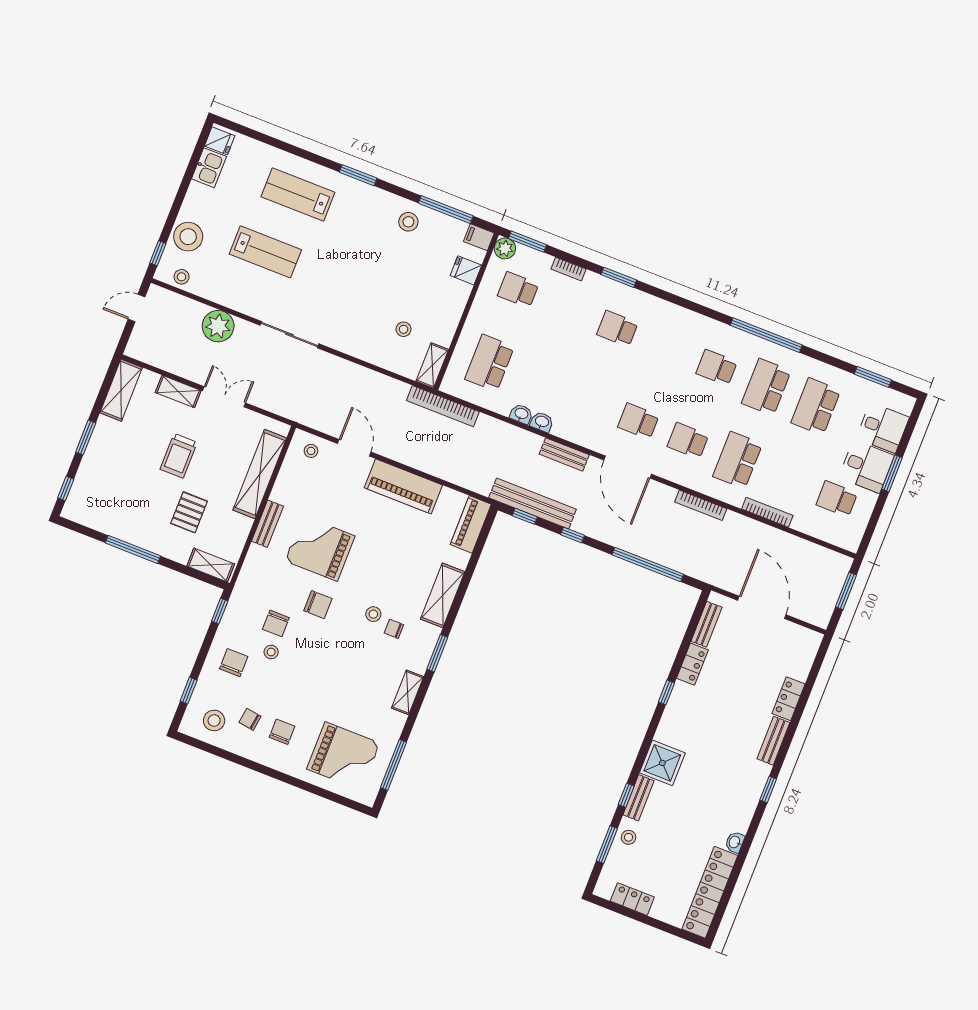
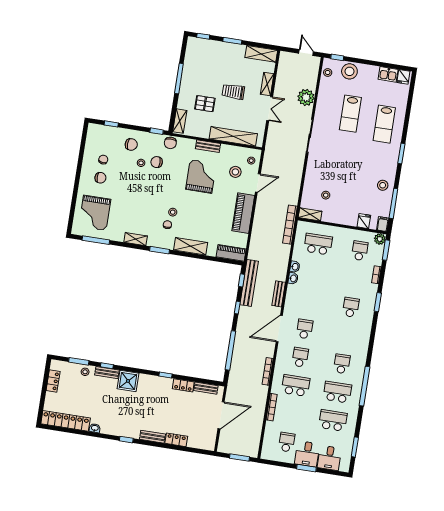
lab bench: (298, 195) -> (384, 124), turned 180
chair: (318, 605) -> (170, 143), moved
stool: (214, 720) -> (235, 172), moved

